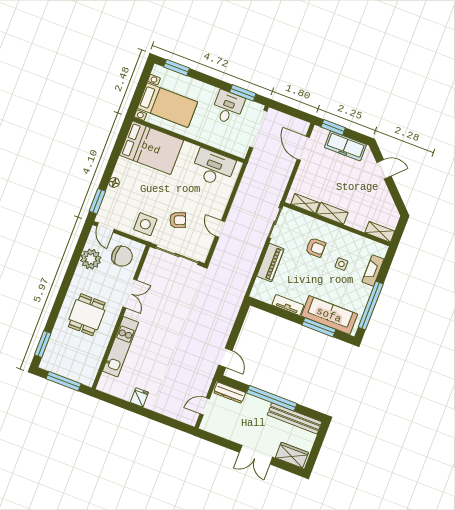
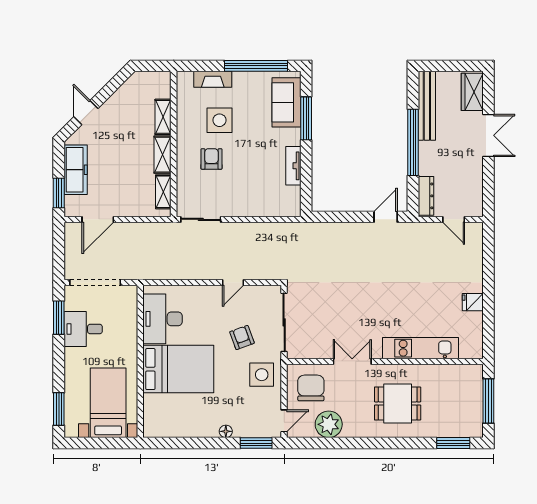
bed: (151, 148) -> (178, 369), moved, turned 90
shelving: (380, 232) -> (163, 117), moved
piano: (270, 263) -> (250, 206), removed
side table: (341, 264) -> (219, 120), width x1.87, depth x1.87
sofa: (329, 315) -> (286, 102), width x0.73

